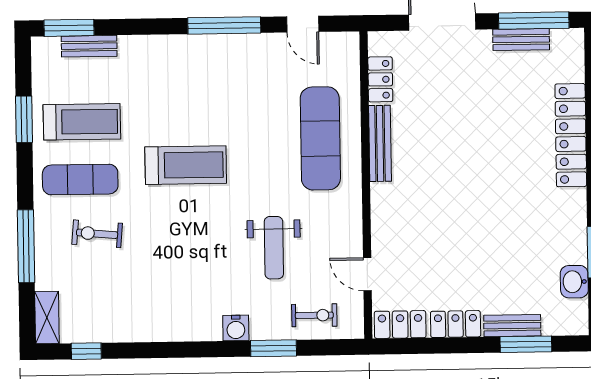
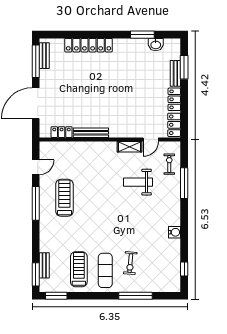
bench: (521, 40) -> (44, 56), moved
window: (24, 119) -> (56, 296), moved
exercise mat: (320, 138) -> (88, 160), removed
treadmill: (186, 165) -> (64, 198), moved
weight bench: (274, 248) -> (138, 182), turned 180
shelving: (47, 318) -> (129, 147), moved
water cooler: (236, 328) -> (175, 232), moved
window: (273, 348) -> (184, 183), width x1.44

